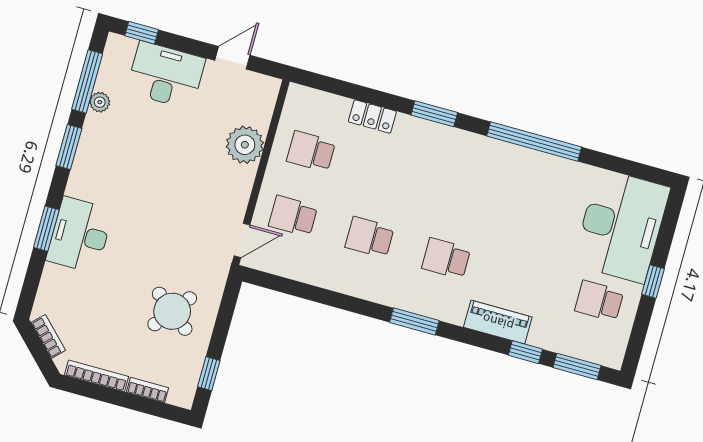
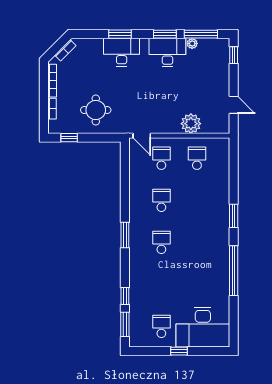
desk: (166, 75) -> (167, 52), moved, turned -90
locker: (372, 117) -> (223, 185), removed
round table: (172, 311) -> (96, 110), turned -38
piano: (498, 322) -> (136, 278), removed

